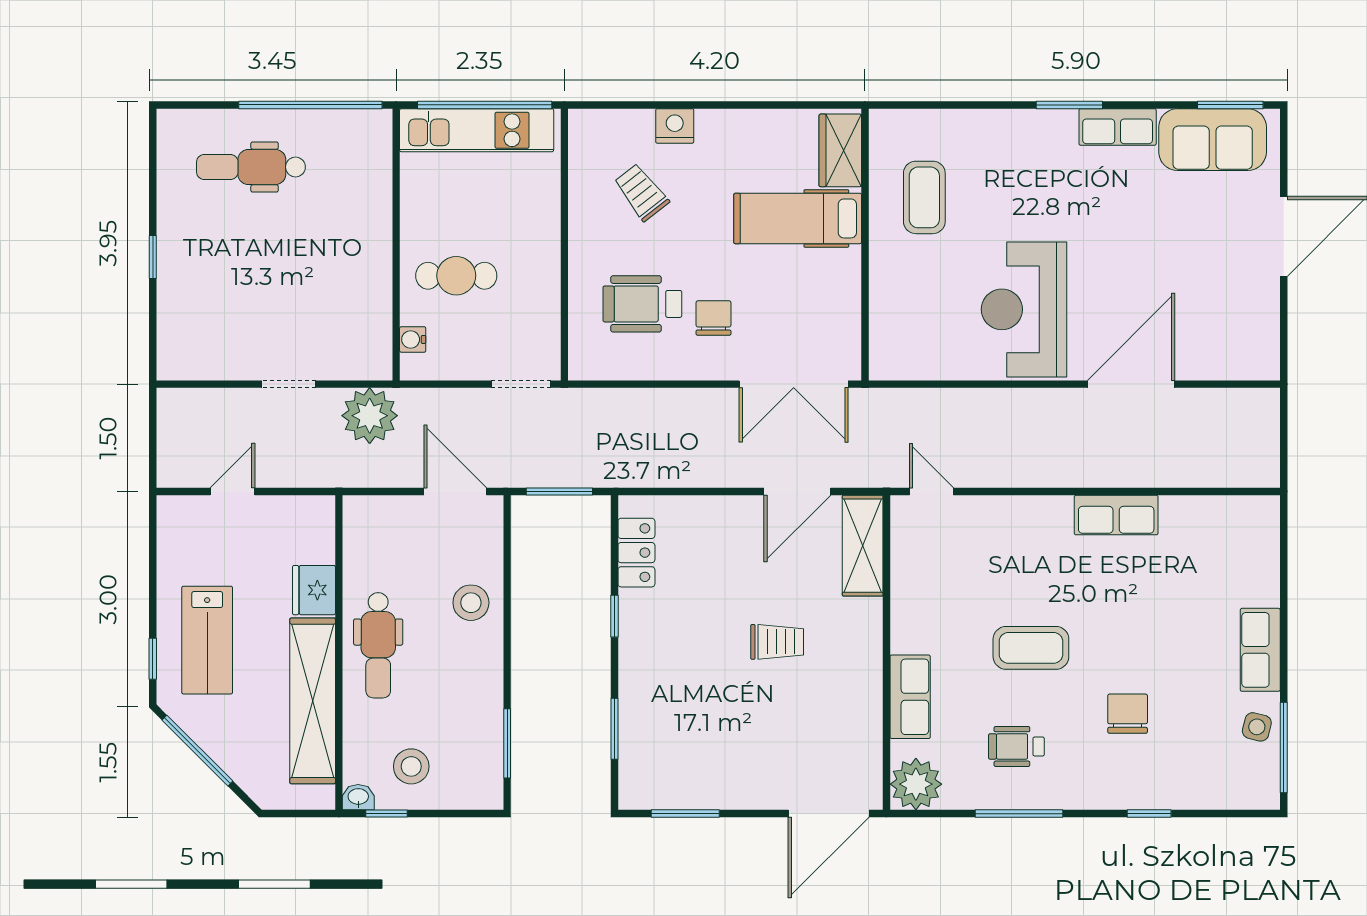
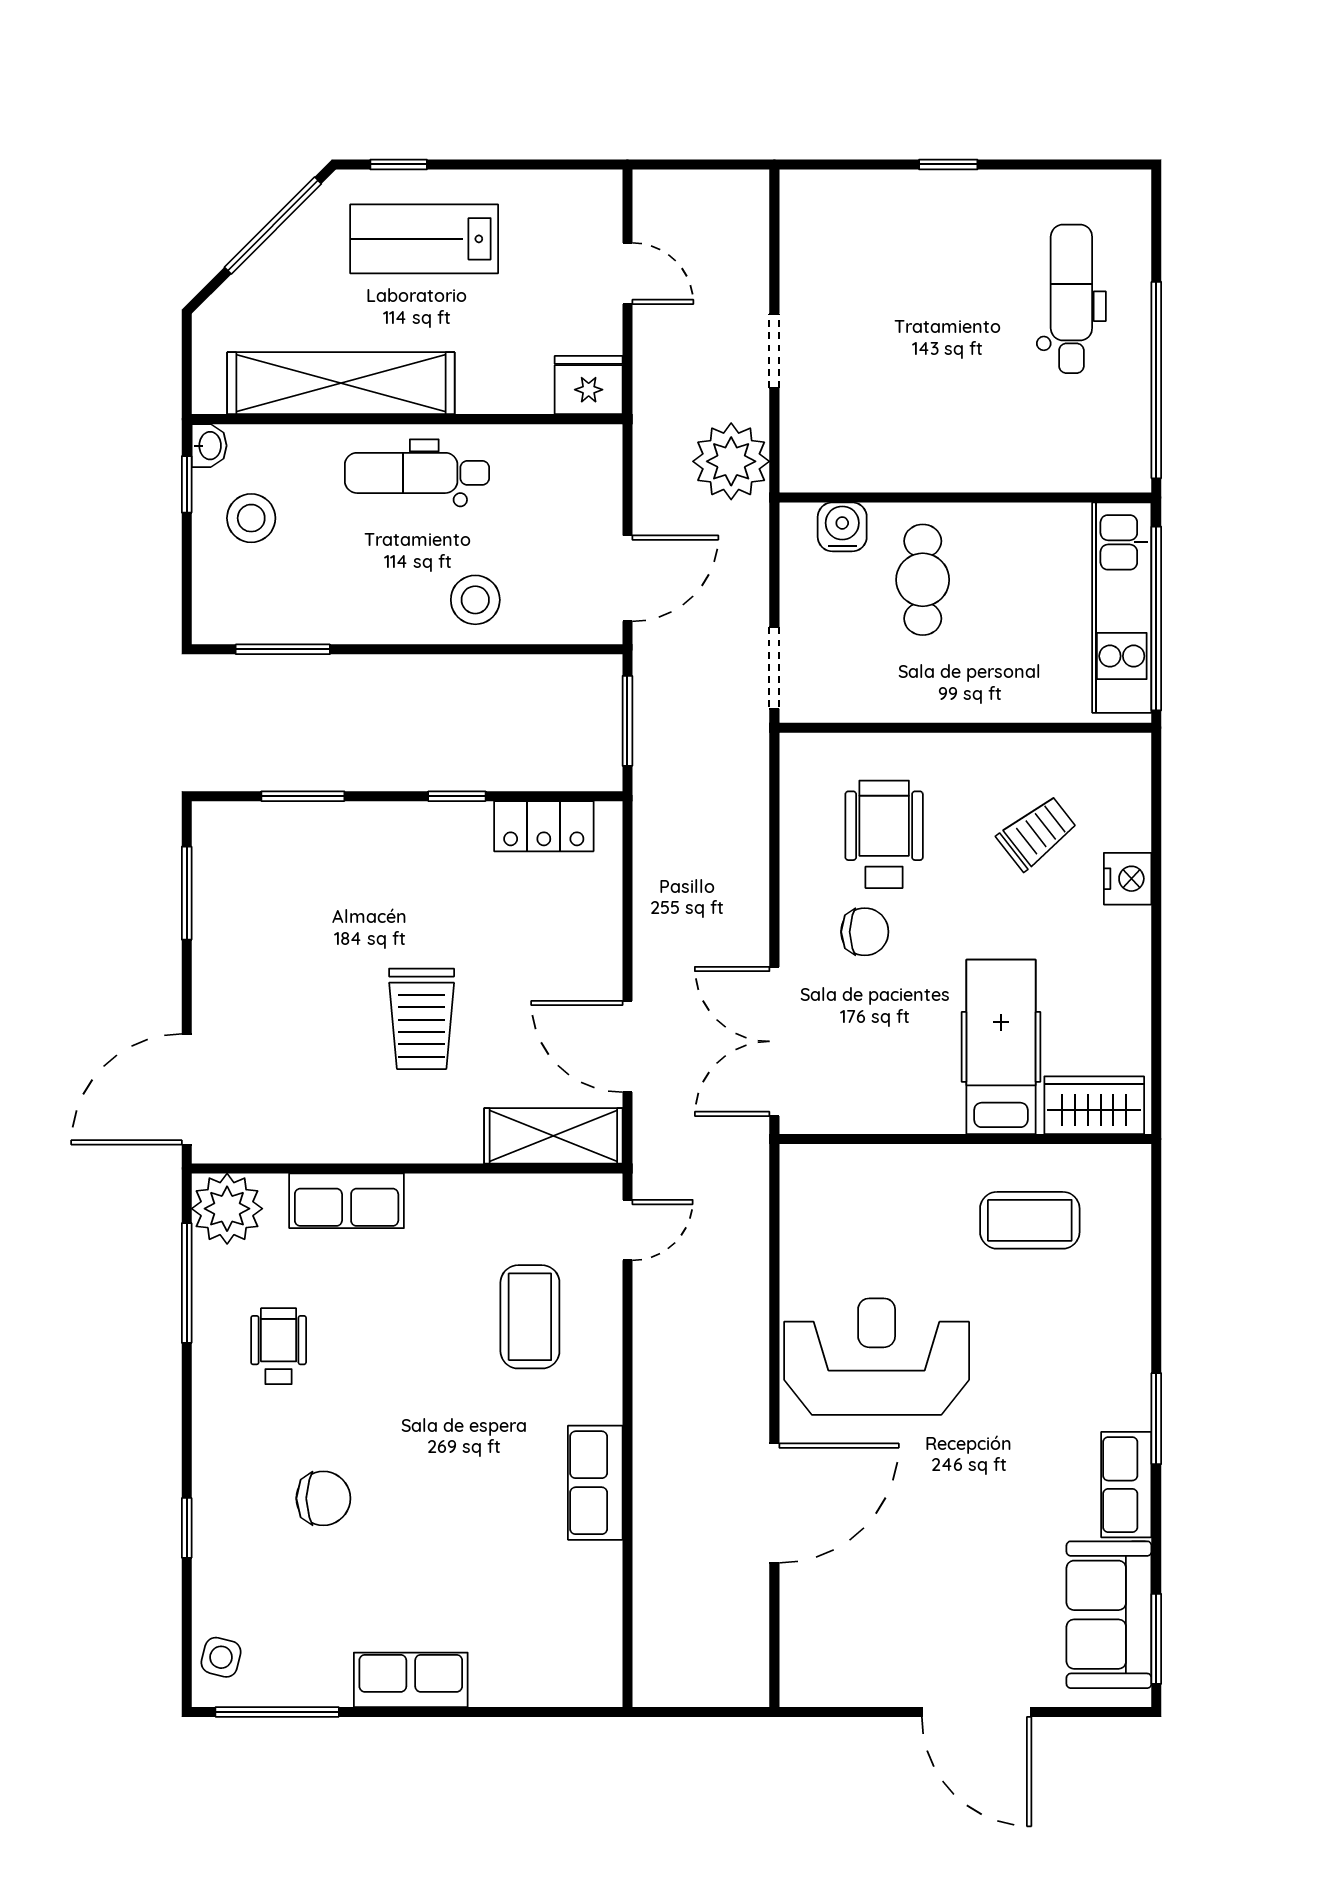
water cooler: (413, 339) -> (842, 527), width x1.38, depth x1.38
door: (1131, 384) -> (774, 1503), hinge flipped
fridge: (314, 590) -> (589, 385), moved
trolley: (777, 642) -> (422, 1019), width x1.36, depth x1.39
coffee table: (1031, 648) -> (530, 1317), moved
side table: (1257, 727) -> (221, 1657), moved
door: (829, 814) -> (187, 1089), hinge flipped
window: (1019, 814) -> (187, 1283), moved

